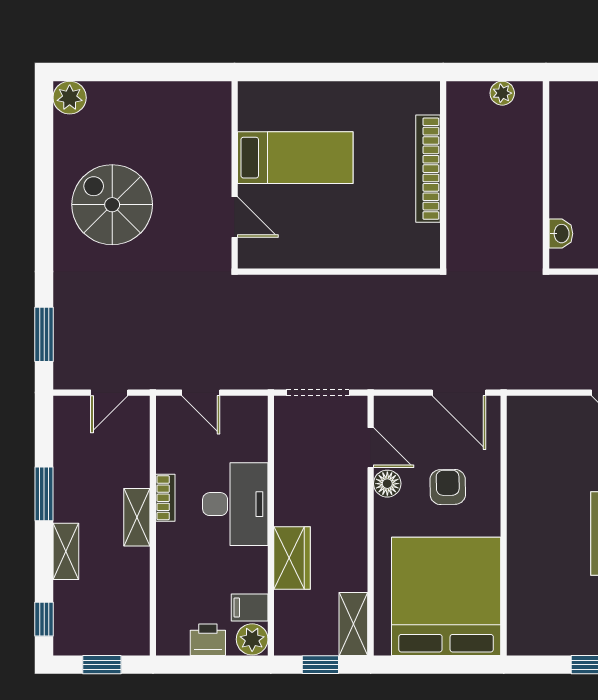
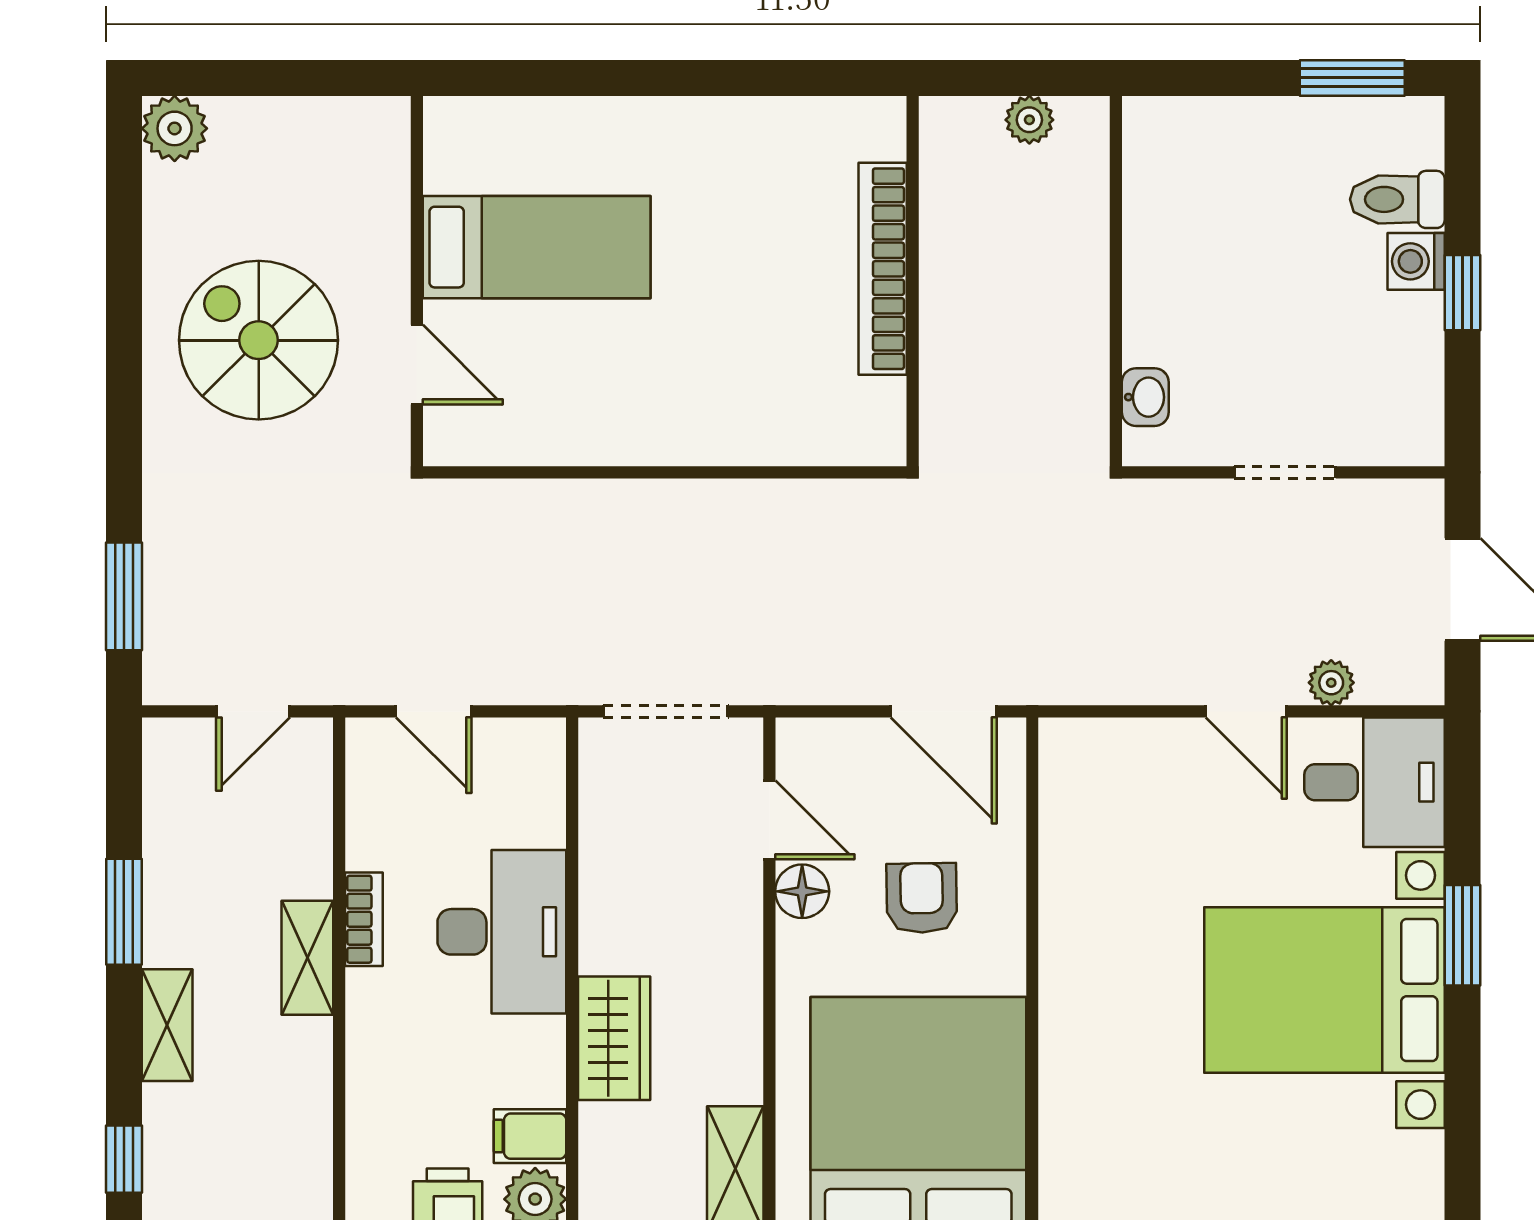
bed: (295, 158) -> (537, 247), moved
wall: (235, 175) -> (417, 281), moved
door: (235, 217) -> (417, 365), moved

